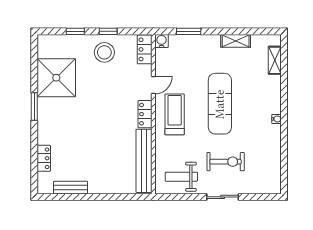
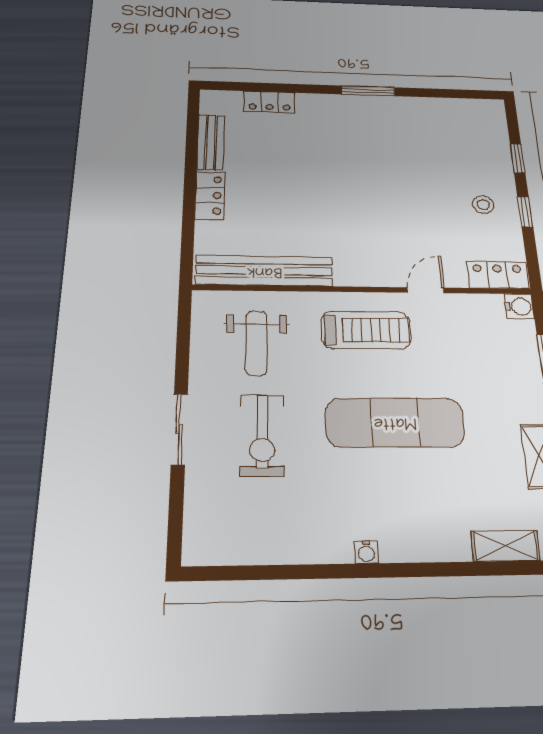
stool: (104, 52) -> (483, 205), width x0.53, depth x0.53
shower: (56, 78) -> (426, 126), removed
door: (153, 85) -> (426, 290), swing flipped
locker: (145, 114) -> (210, 195), moved, turned 90
weight bench: (181, 177) -> (257, 343), moved, turned 180

